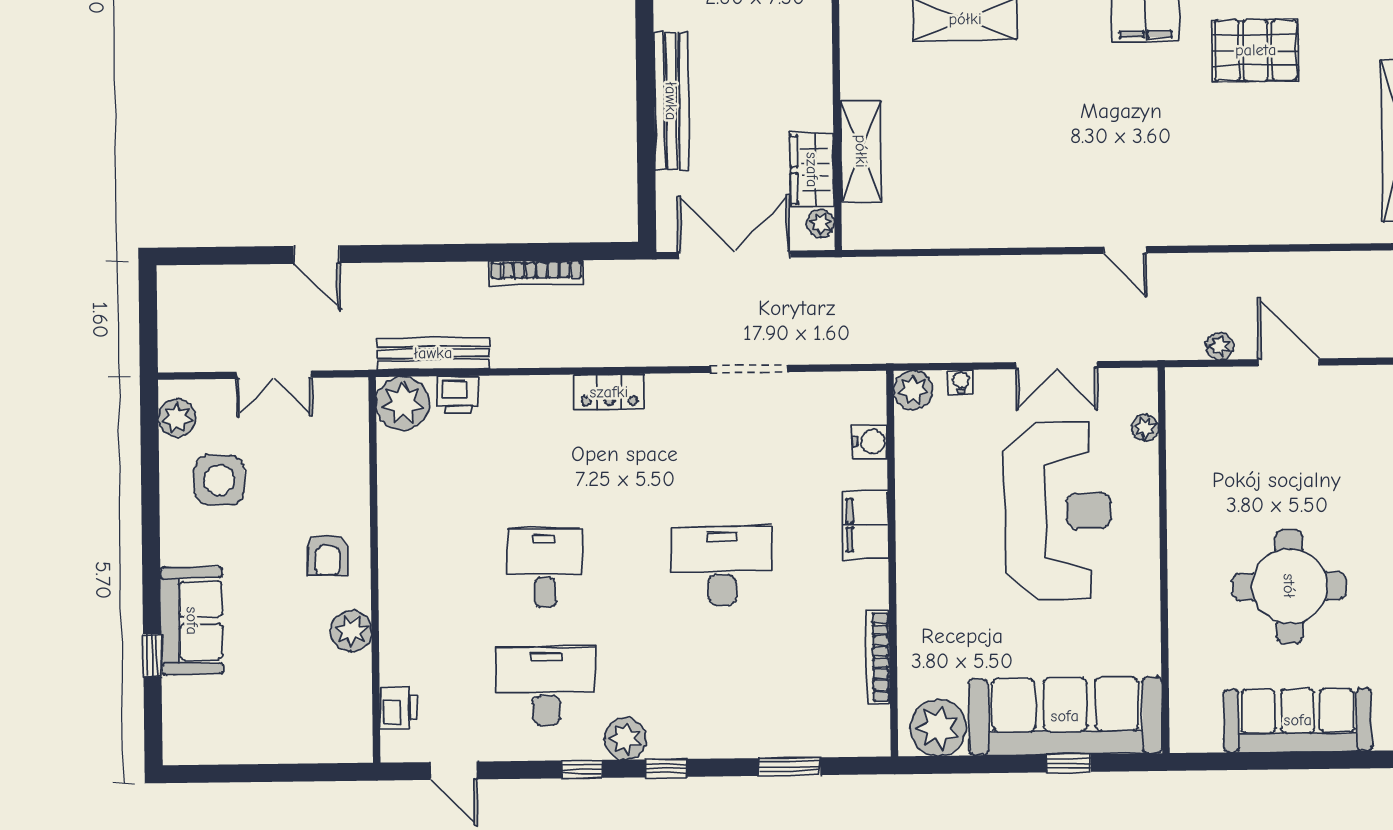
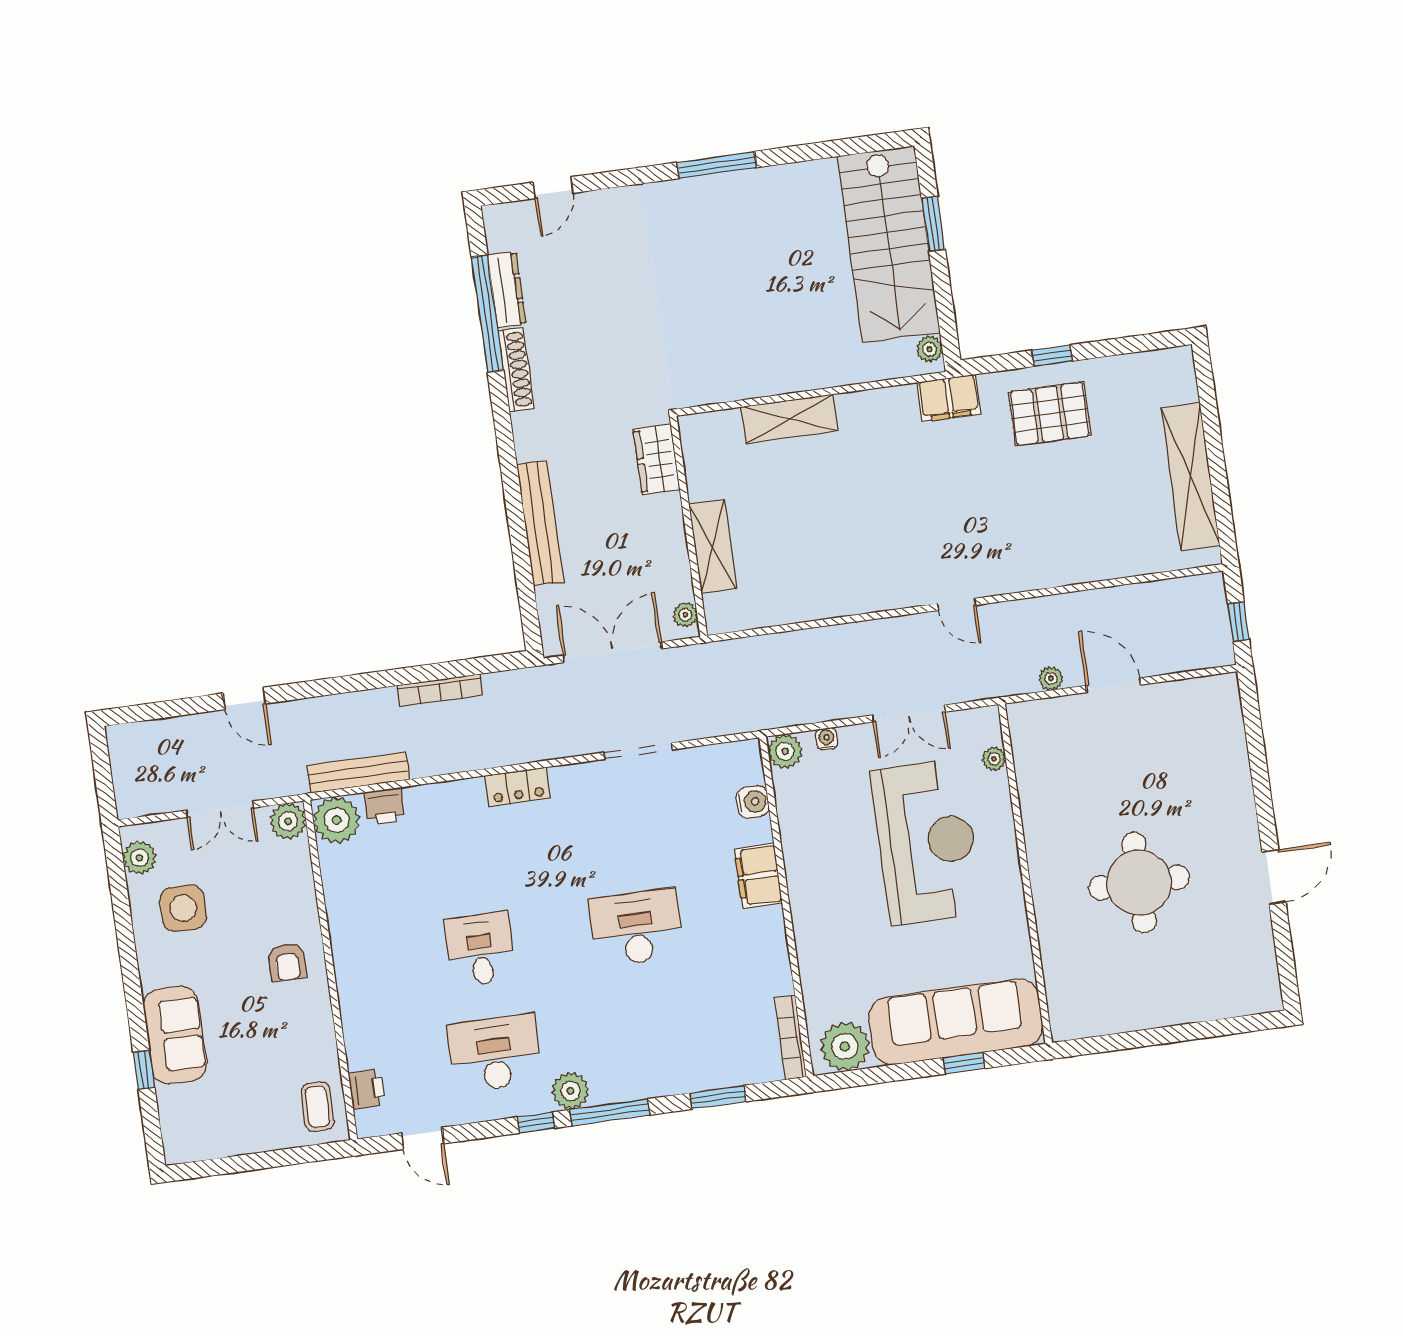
wardrobe: (812, 170) -> (657, 459), moved
plant: (351, 631) -> (288, 821), moved
bookcase: (878, 657) -> (790, 1038), moved
sofa: (1298, 720) -> (1161, 1000), removed
coffee table: (341, 721) -> (318, 1107), added
window: (666, 768) -> (610, 1112), width x2.17

